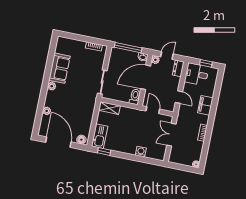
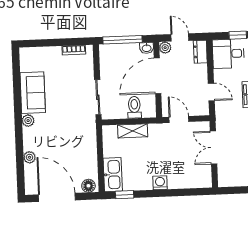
door: (167, 55) -> (180, 37), hinge flipped
toilet: (135, 97) -> (134, 107), moved
shelving: (109, 108) -> (133, 131), moved
washing machine: (141, 152) -> (160, 183), moved

